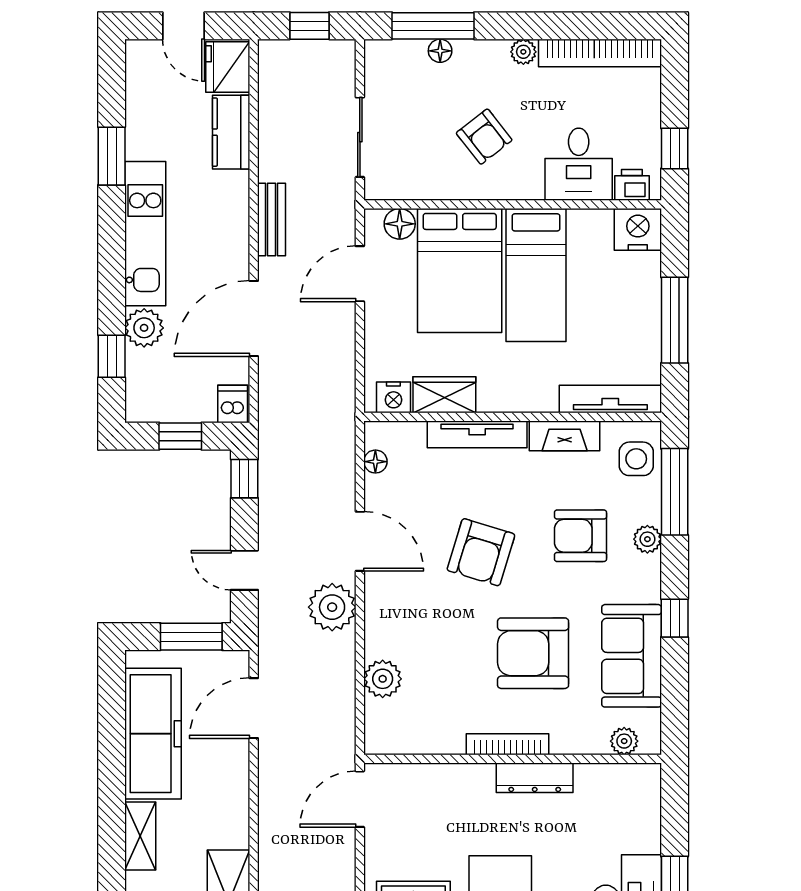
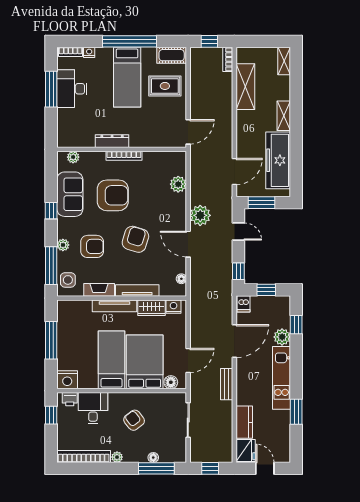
tv unit: (610, 399) -> (114, 306), moved

